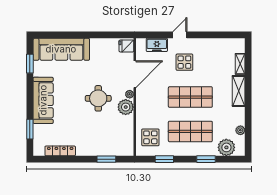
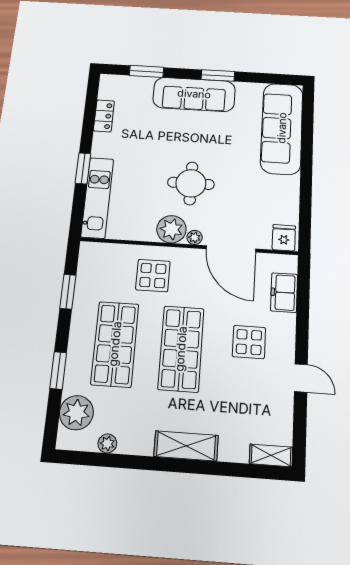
door: (180, 35) -> (301, 378), moved
window: (30, 64) -> (218, 75), moved
shelving: (240, 64) -> (271, 455), moved
display table: (150, 137) -> (153, 276), moved
kitchen unit: (110, 149) -> (97, 198), added
locker: (60, 151) -> (104, 116), width x0.66
window: (106, 159) -> (83, 168), moved

